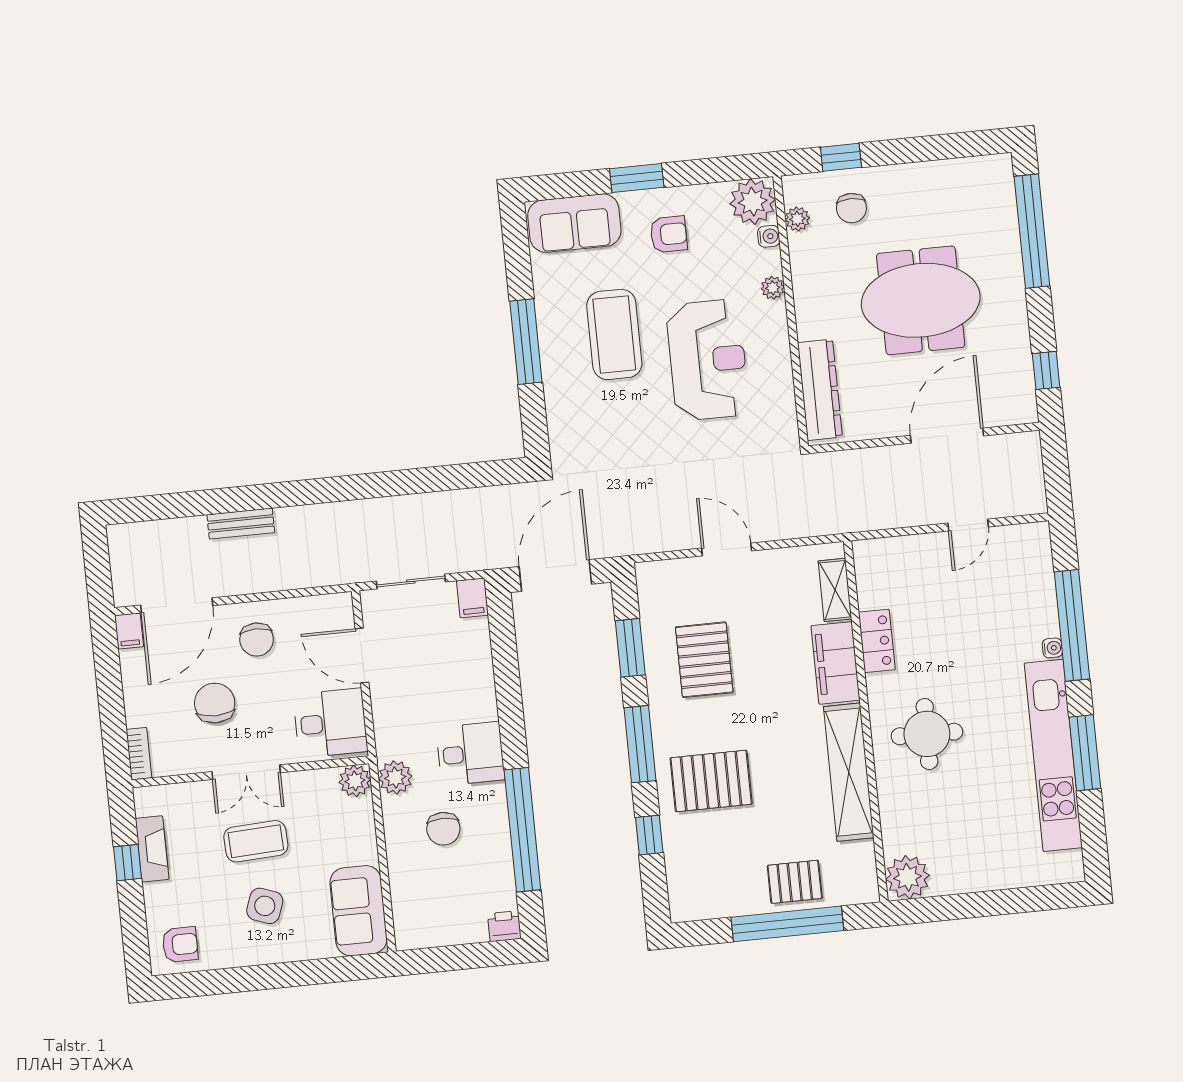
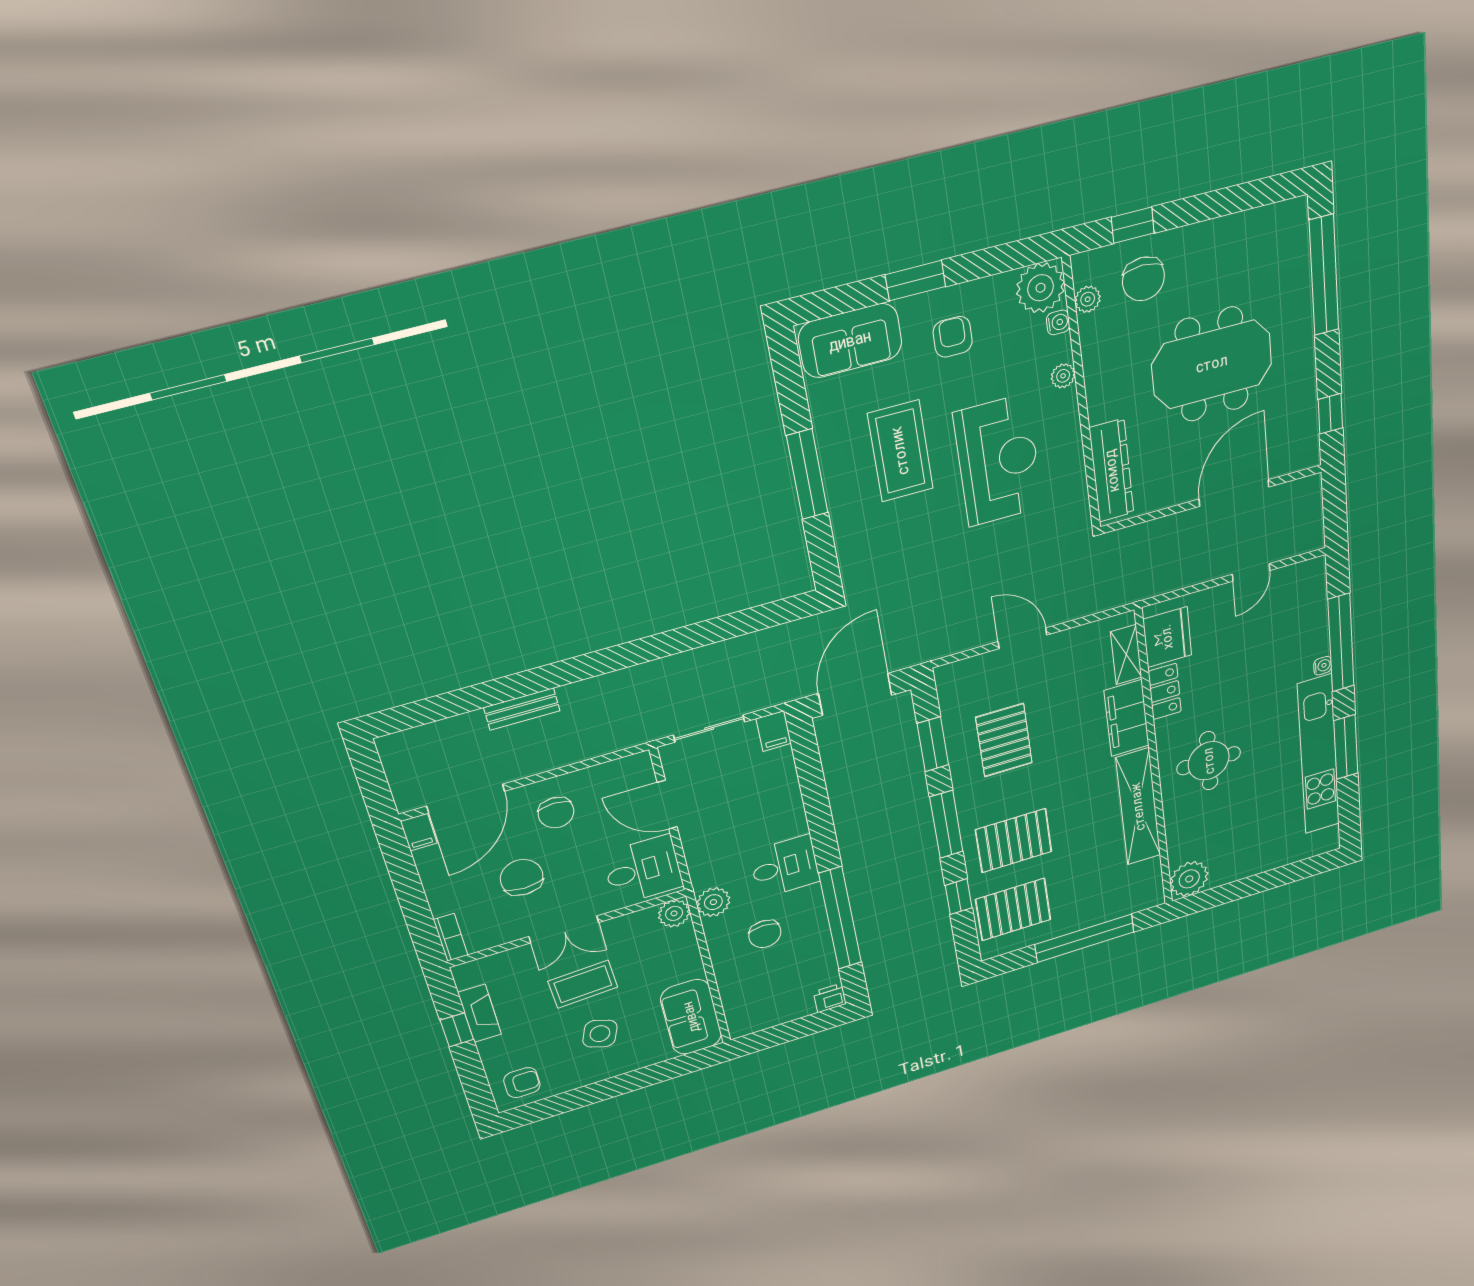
chair: (851, 208) -> (1143, 279), width x1.37, depth x1.37
armchair: (669, 234) -> (953, 337), turned -90
fridge: (879, 579) -> (1167, 637), added
pallet: (795, 882) -> (1013, 909), moved, width x1.50, depth x1.42

